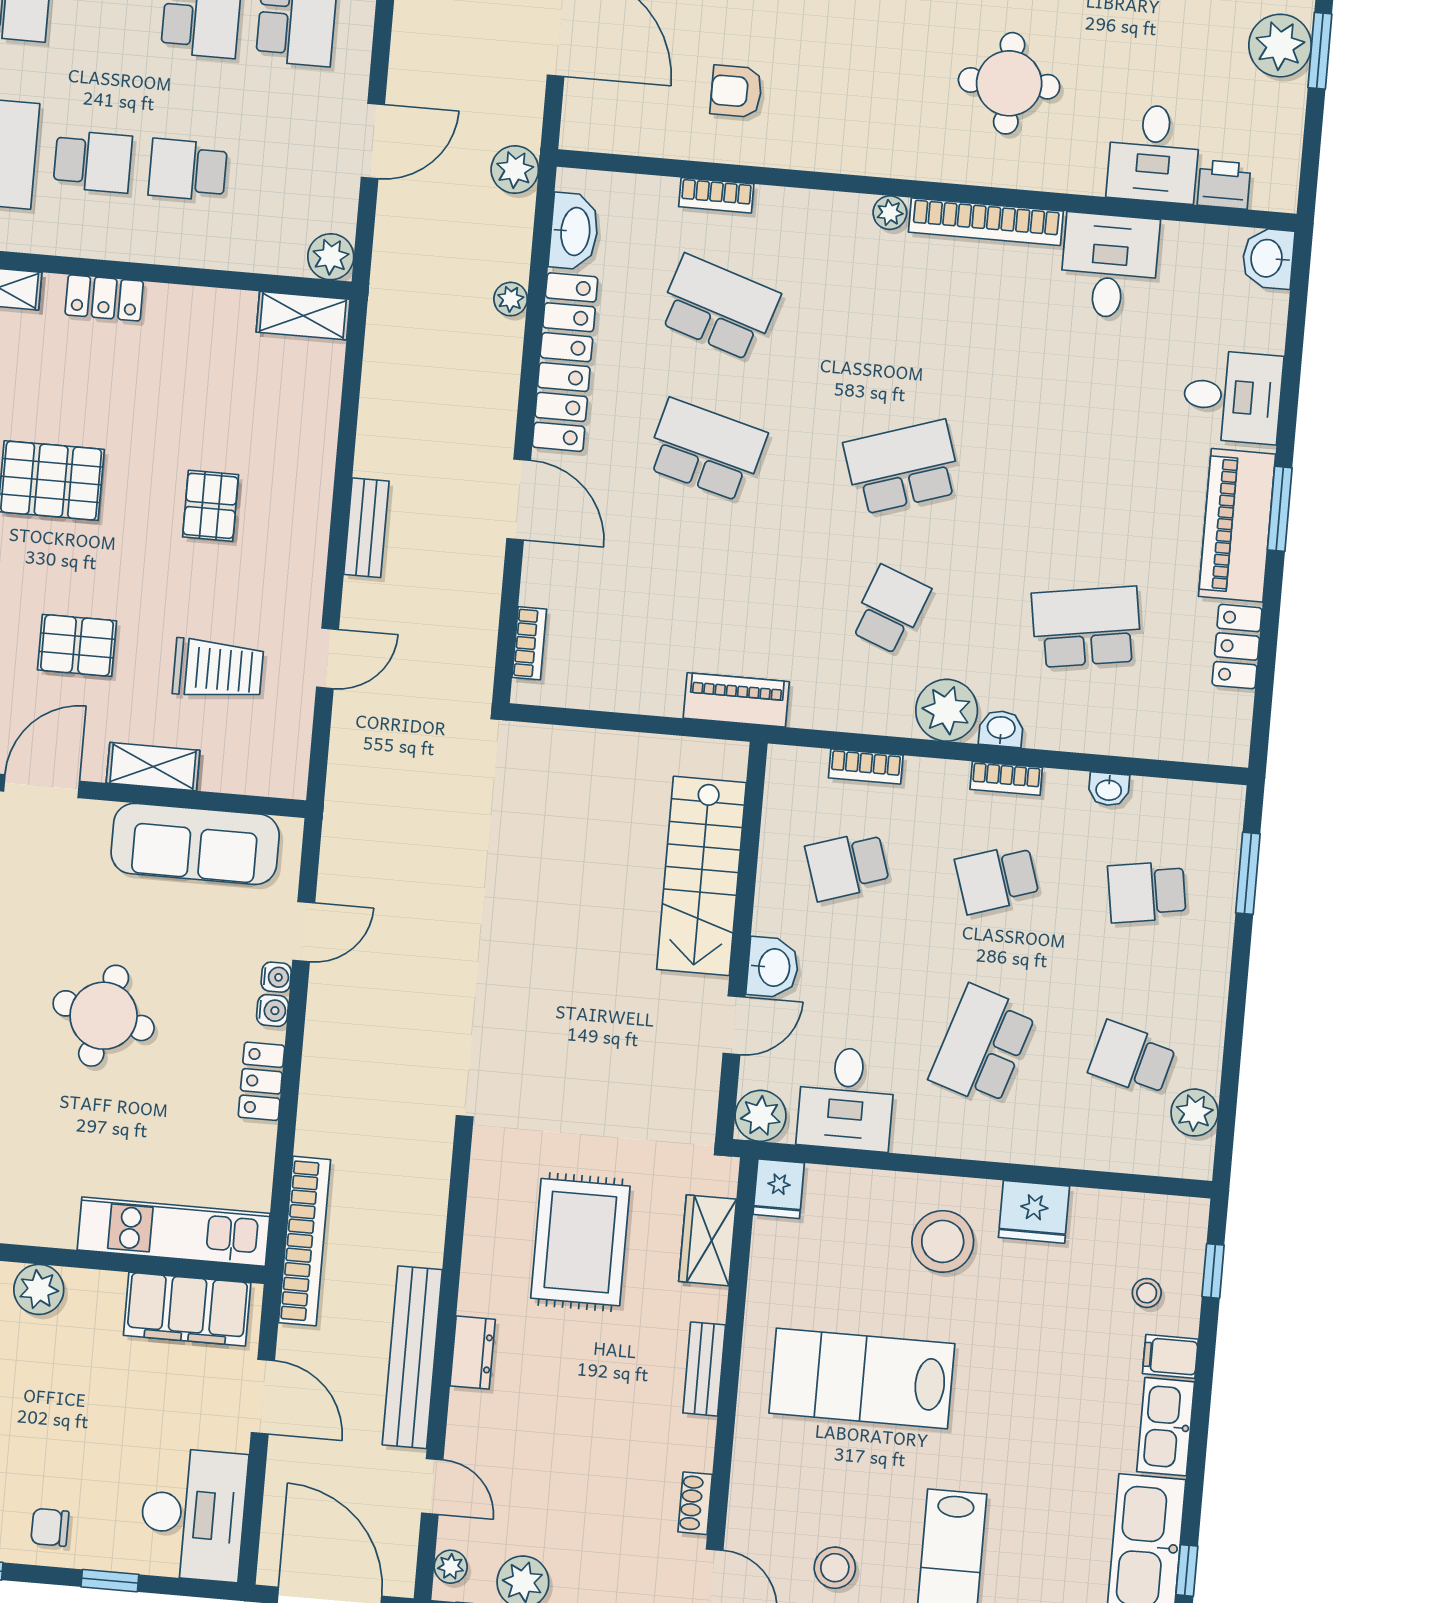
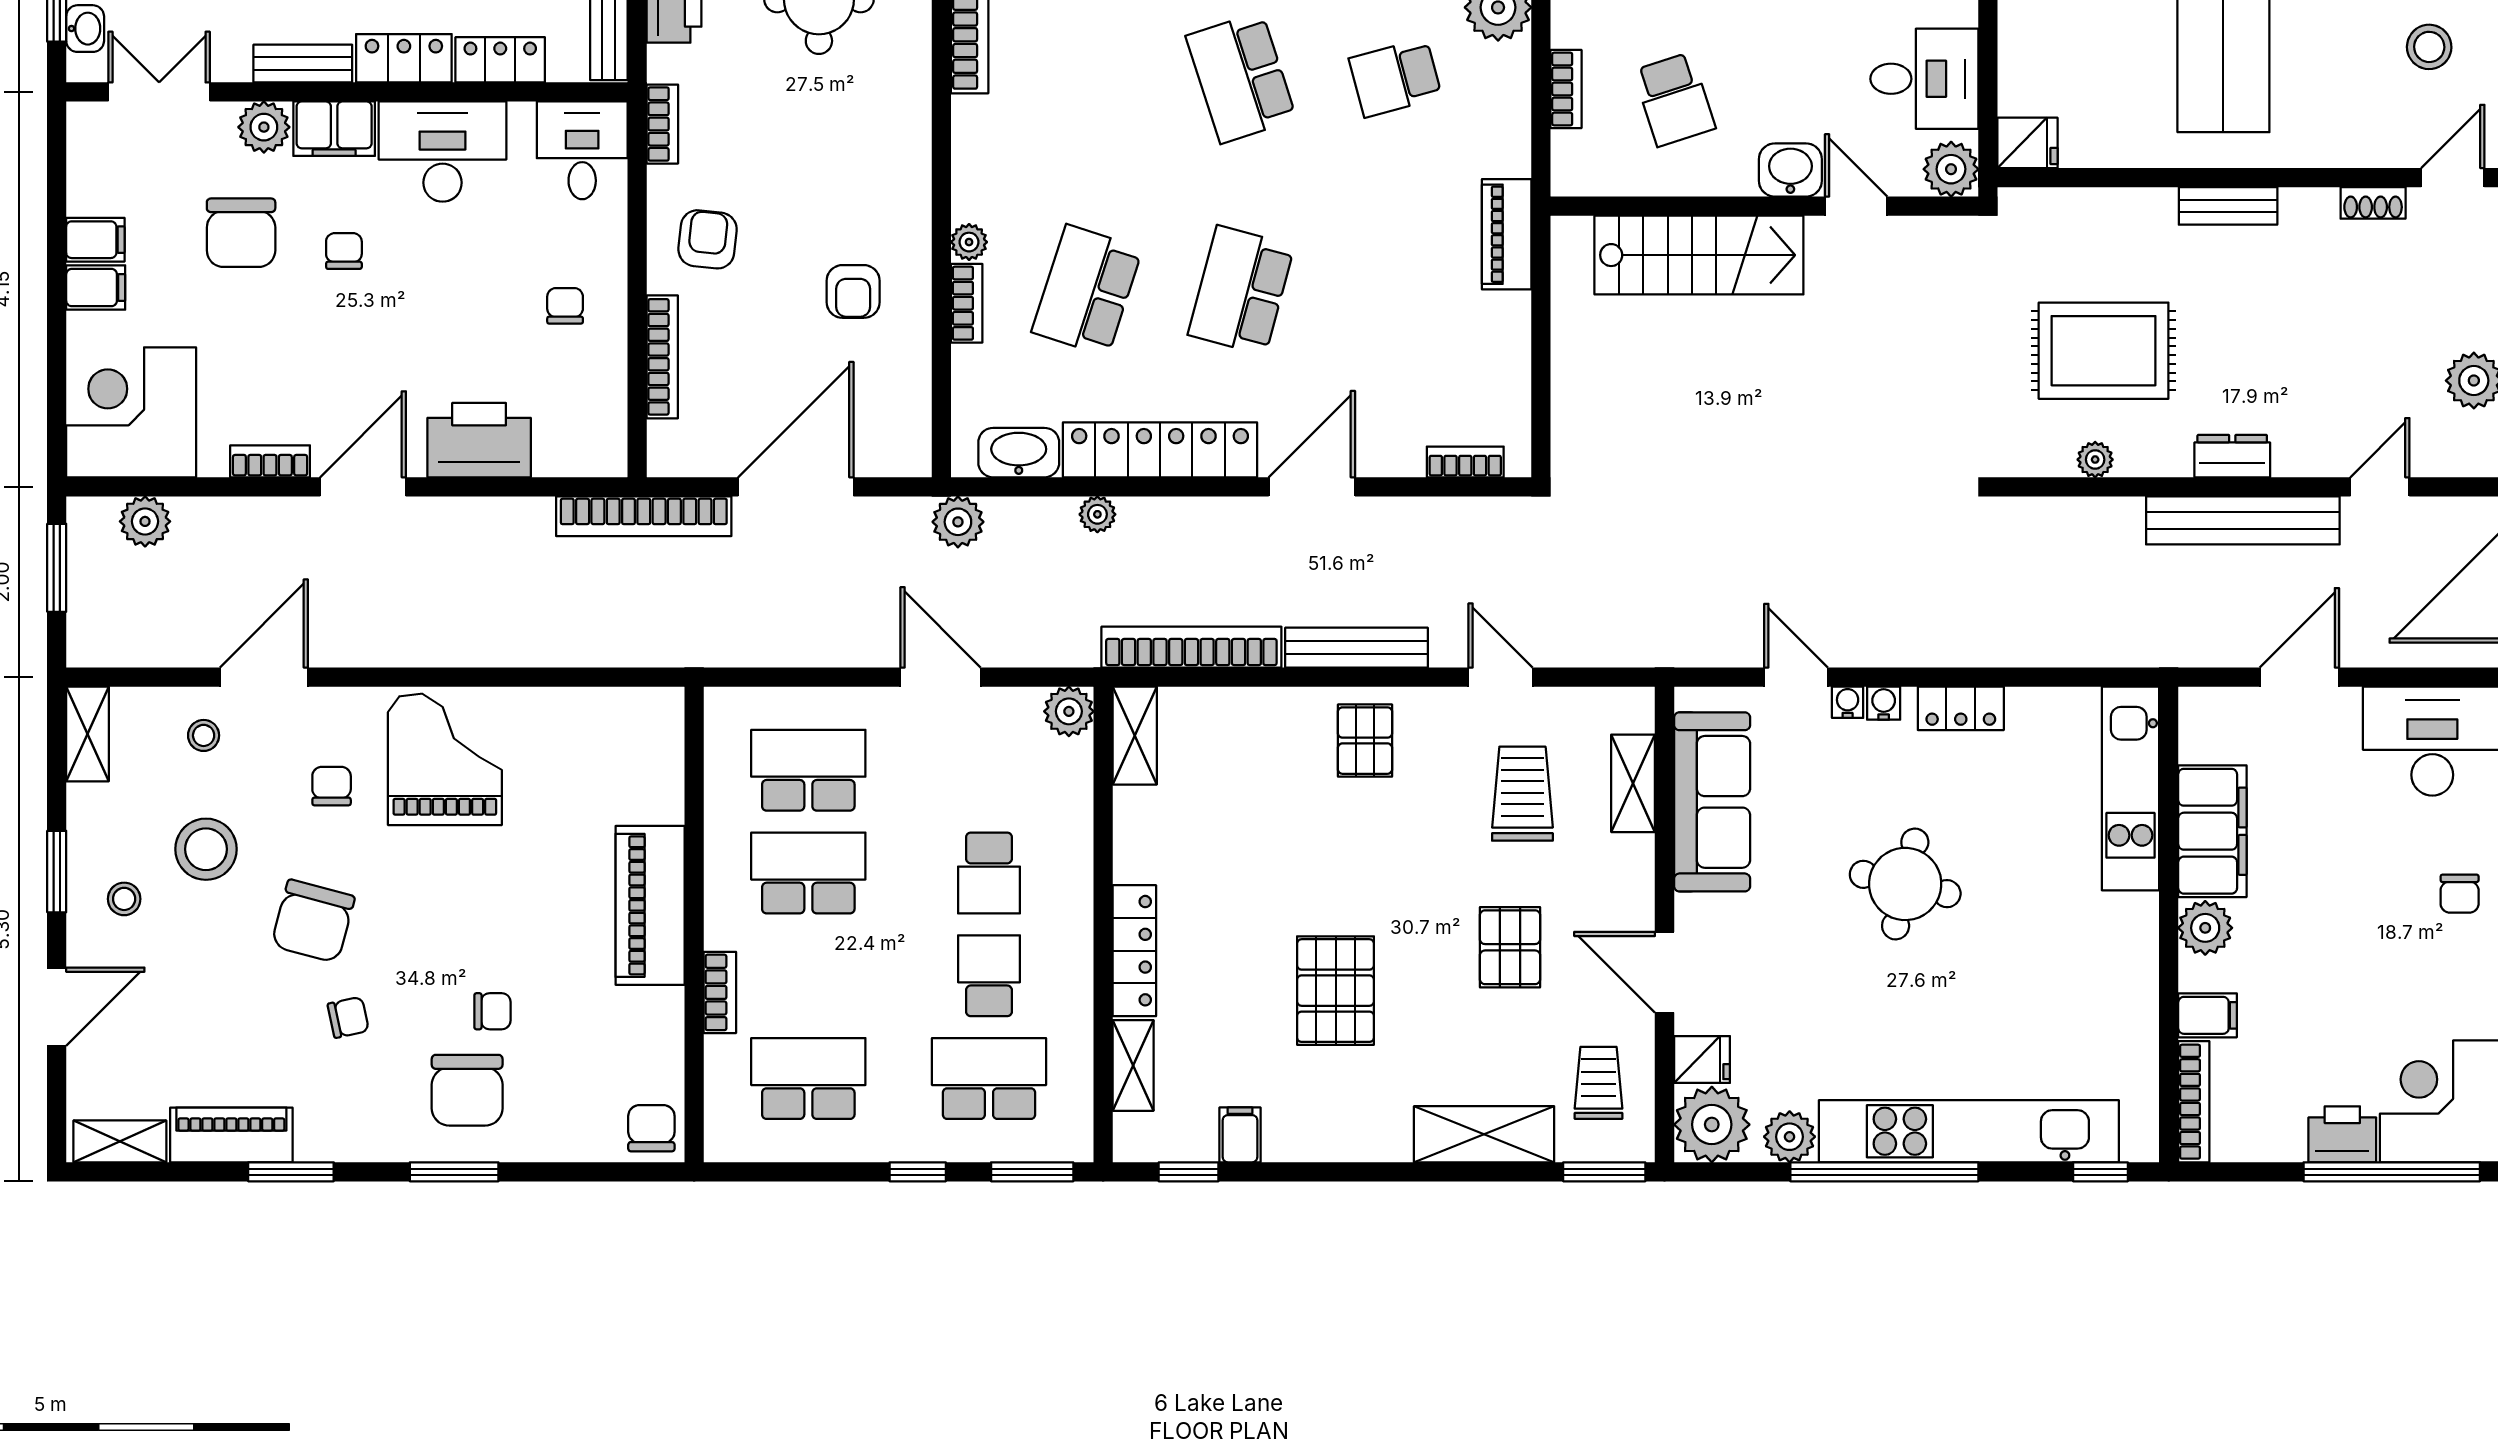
plant: (890, 213) -> (969, 242), moved
locker: (104, 298) -> (1134, 951), width x1.53
pallet: (211, 506) -> (1365, 741), moved, turned 90
bench: (366, 528) -> (1357, 648), width x1.36
school desk: (890, 610) -> (1395, 78), turned -36
shelving: (153, 767) -> (1633, 783), moved
wardrobe: (708, 1240) -> (2090, 214), removed
bookcase: (304, 1241) -> (1191, 647), moved
filing cabinet: (187, 1309) -> (2212, 831), moved
plant: (451, 1567) -> (2095, 460), moved

